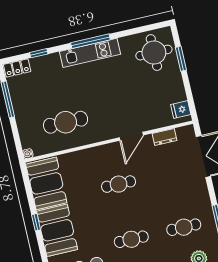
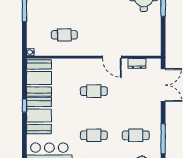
fridge: (181, 110) -> (154, 45), removed
cafe table: (66, 122) -> (64, 35), width x0.73, depth x0.74
door: (131, 136) -> (112, 57), hinge flipped

